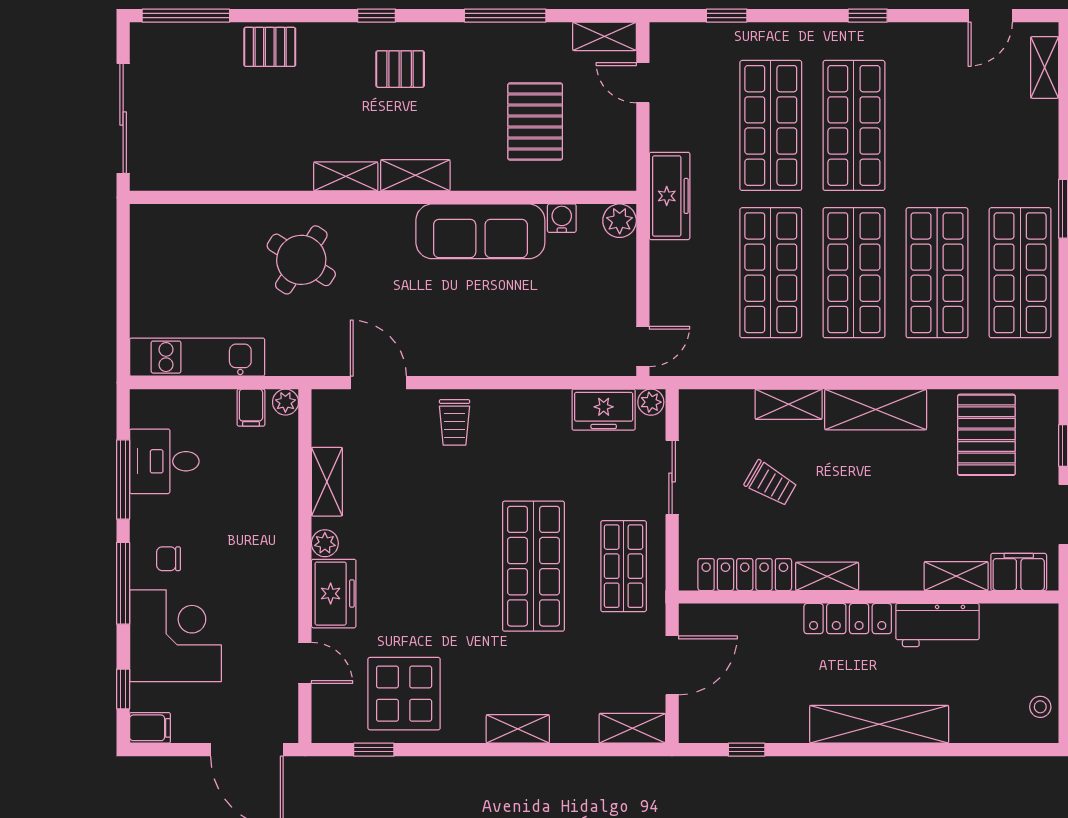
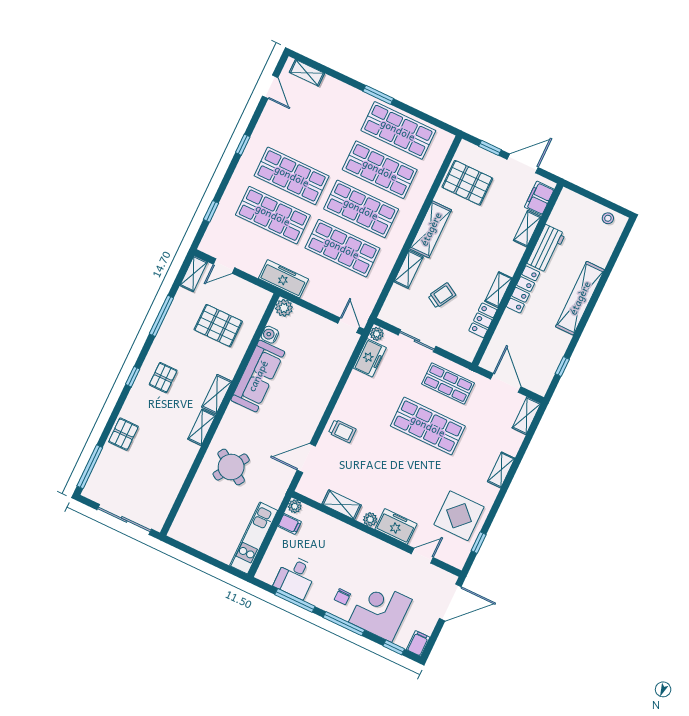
locker: (745, 575) -> (483, 320), width x0.66

